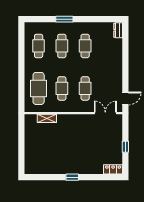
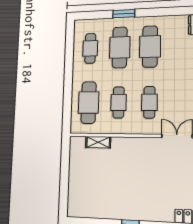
cafe table: (62, 46) -> (120, 47), width x1.37, depth x1.35
cafe table: (85, 46) -> (150, 46), width x1.37, depth x1.35

